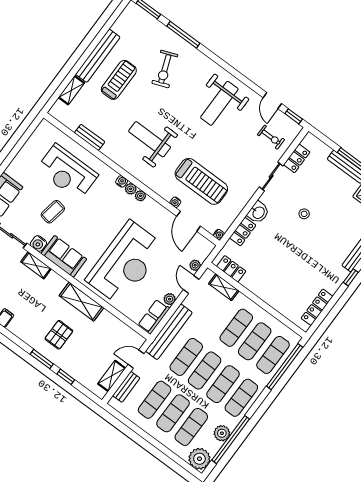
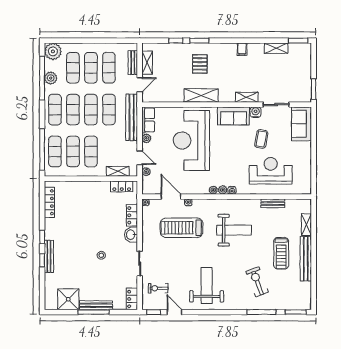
locker: (297, 158) -> (132, 299), moved

